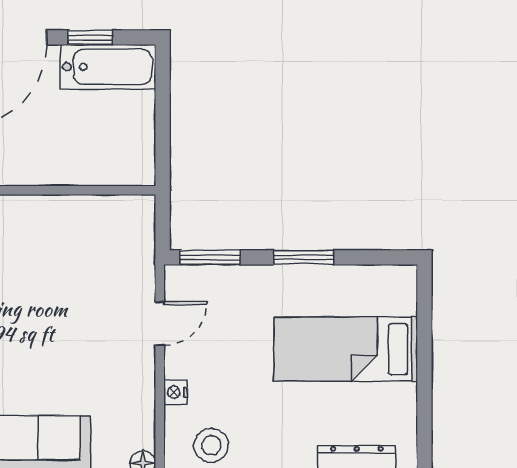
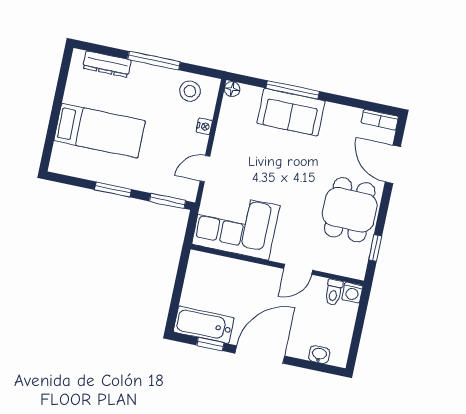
corner sofa: (90, 241) -> (236, 225), added

